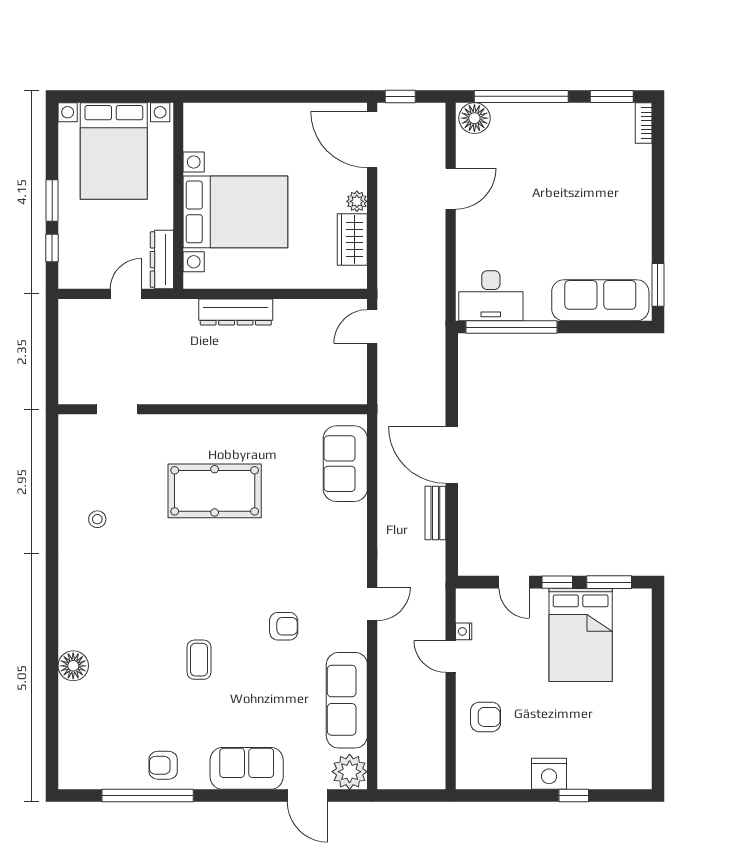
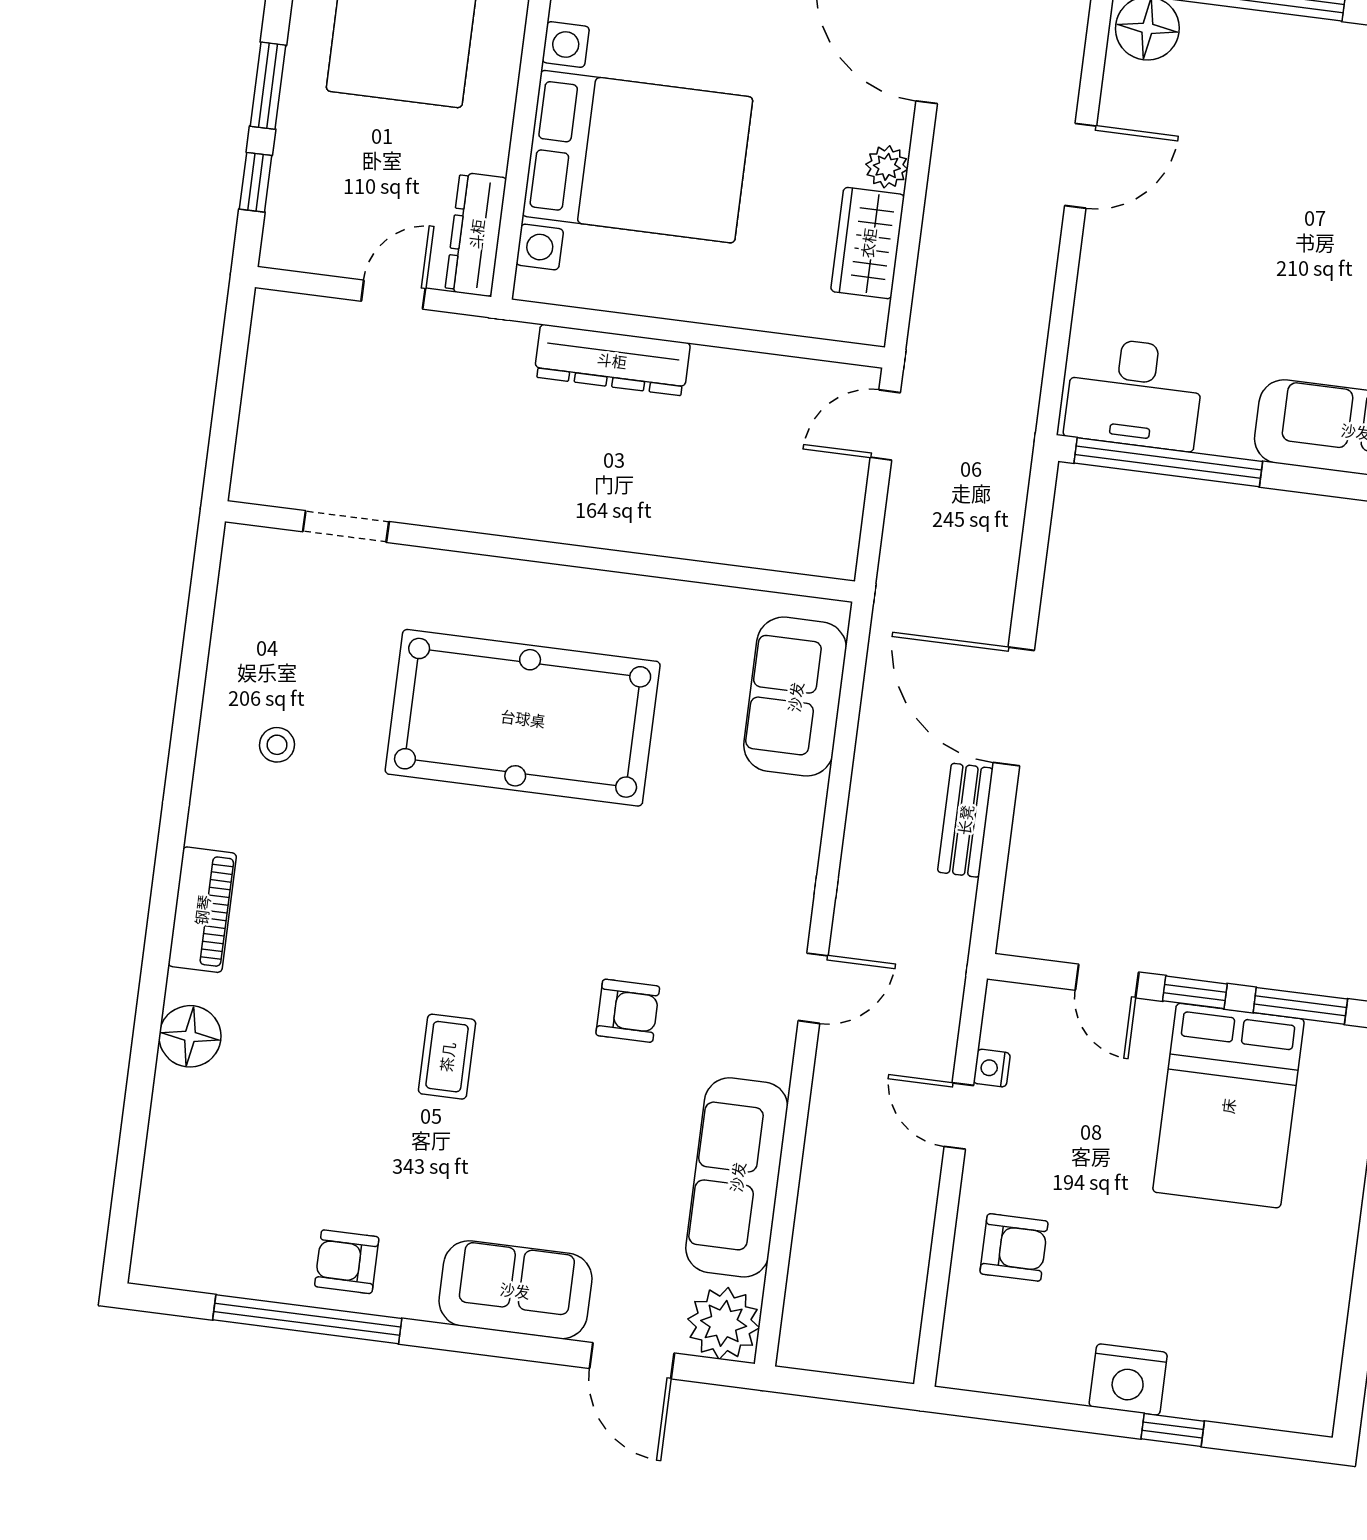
pool table: (215, 491) -> (523, 718), width x1.36, depth x1.32
piano: (71, 604) -> (202, 910), added

